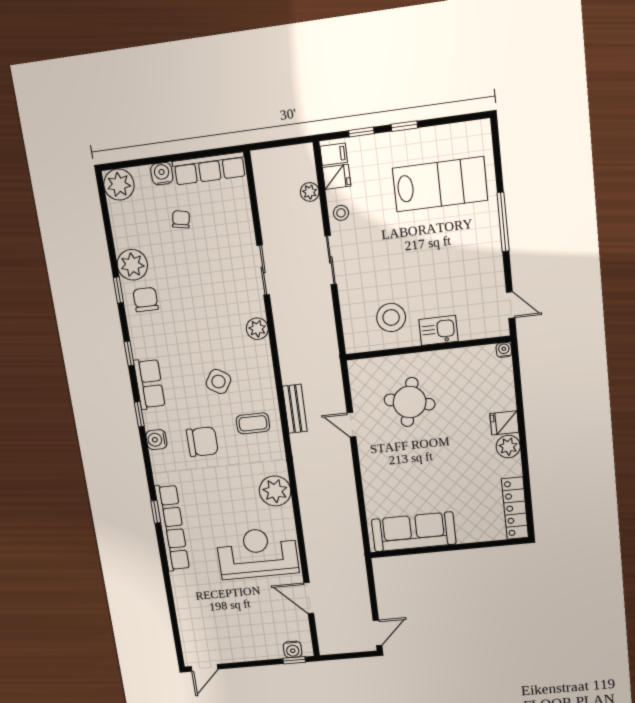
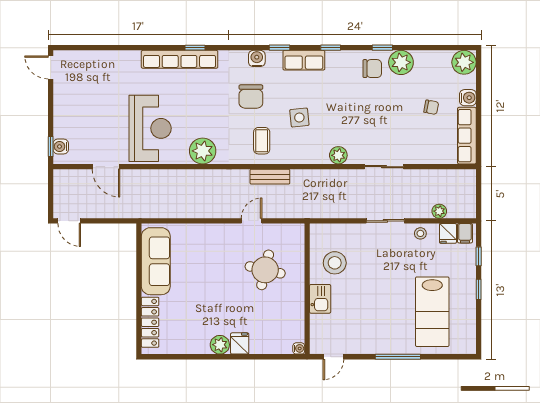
side table: (218, 381) -> (299, 118), turned -38
locker: (515, 508) -> (150, 322), moved, turned 90
door: (309, 598) -> (106, 167), swing flipped

